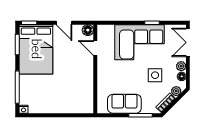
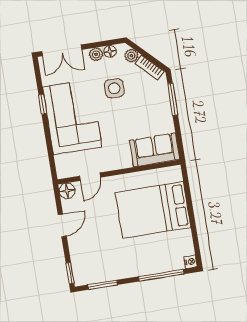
bed: (36, 49) -> (153, 210), moved, turned 180
sofa: (124, 104) -> (154, 150), moved, turned 90

